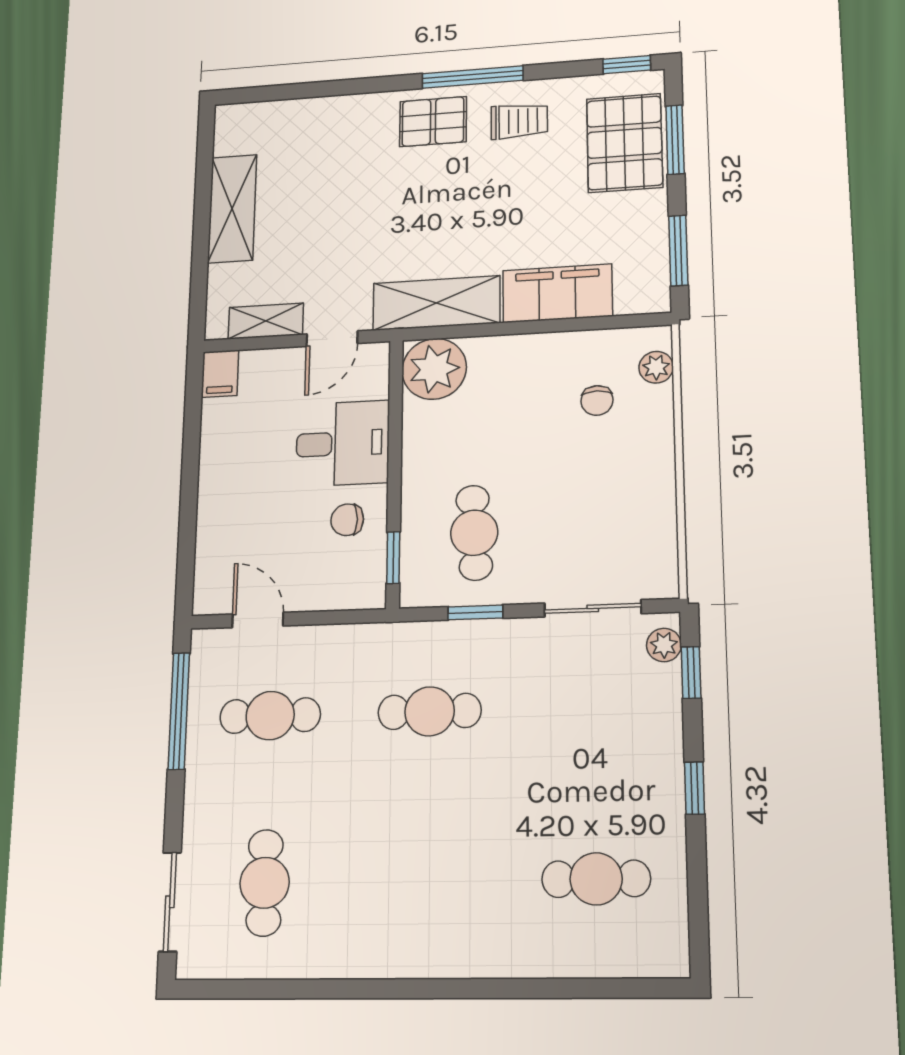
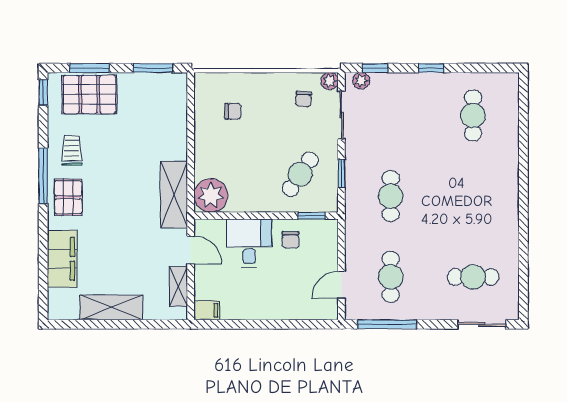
filing cabinet: (557, 293) -> (62, 259), moved, turned 180
plant: (656, 367) -> (330, 81), moved
cafe table: (474, 533) -> (300, 174), turned -53
chair: (624, 533) -> (303, 99), added

